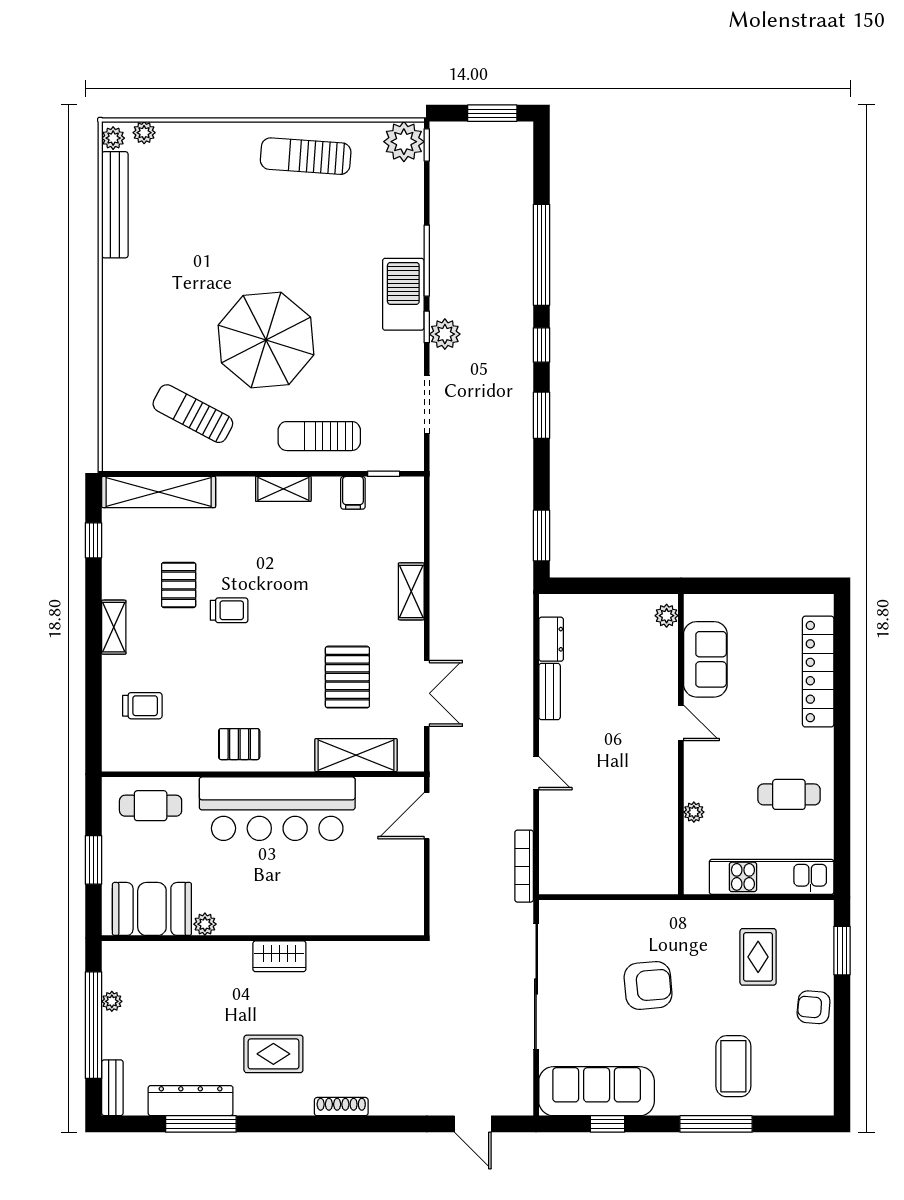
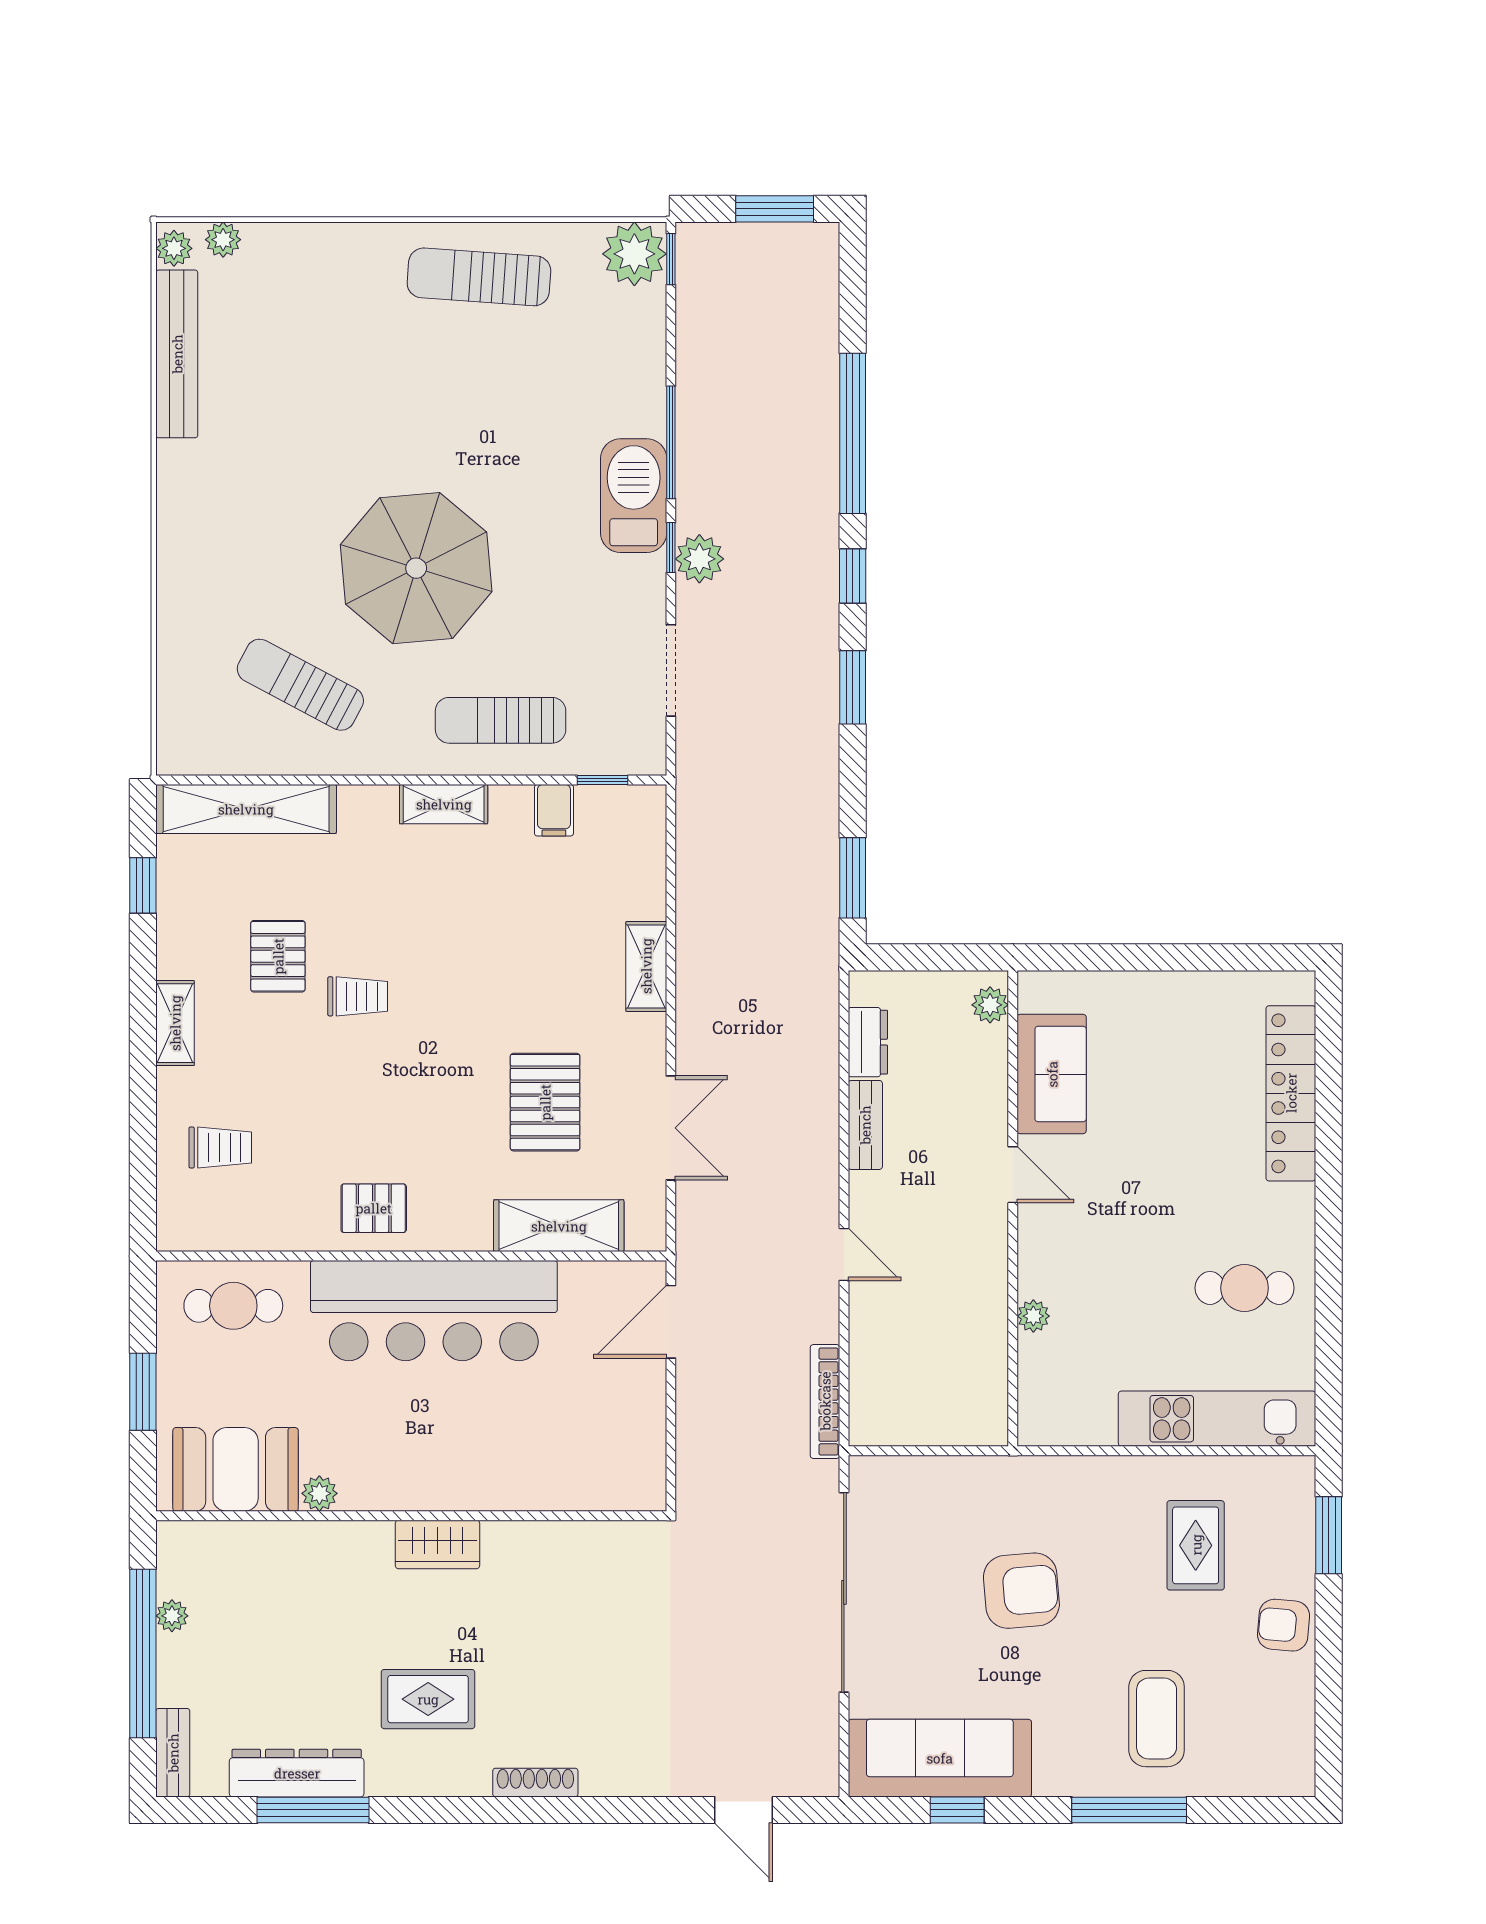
plant: (667, 616) -> (990, 1005), moved
sofa: (705, 659) -> (1052, 1074), moved
door: (681, 723) -> (1013, 1175), moved
wall: (681, 744) -> (1013, 1208), moved
plant: (694, 812) -> (1033, 1316), moved

